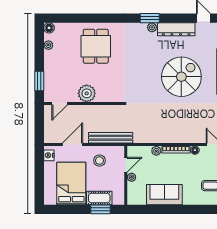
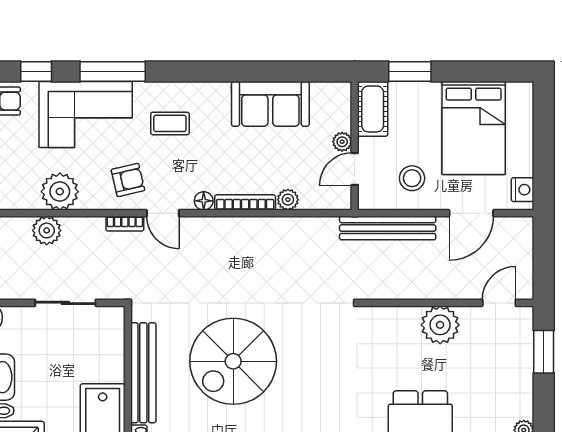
cot: (99, 198) -> (373, 109), moved, turned 90

